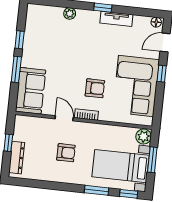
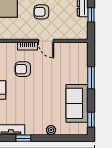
window: (20, 40) -> (91, 120), moved
sofa: (31, 91) -> (77, 103), moved

